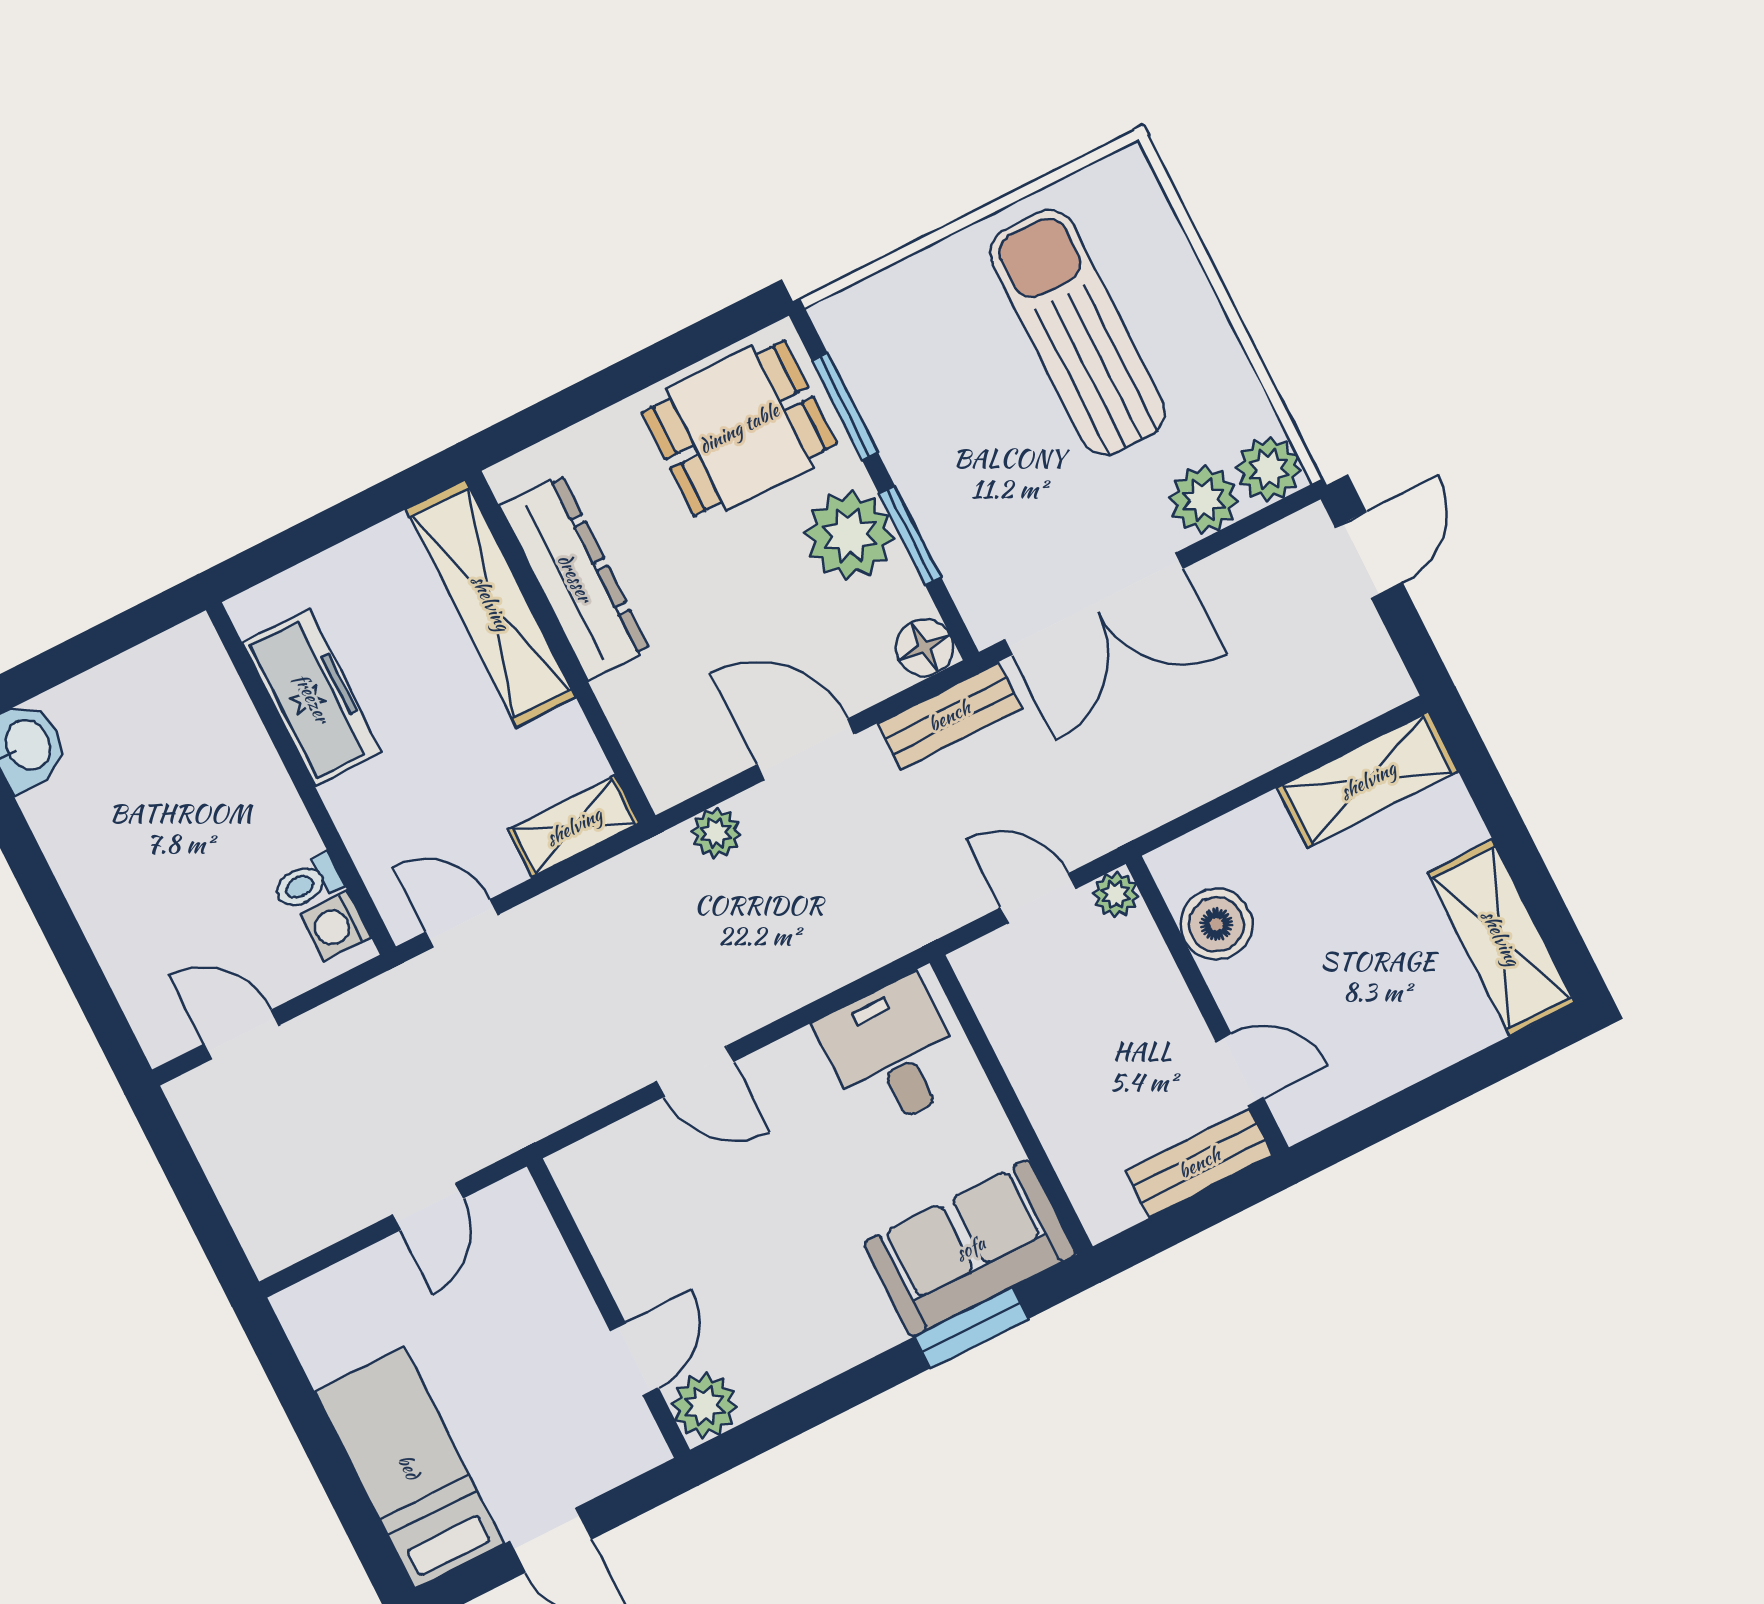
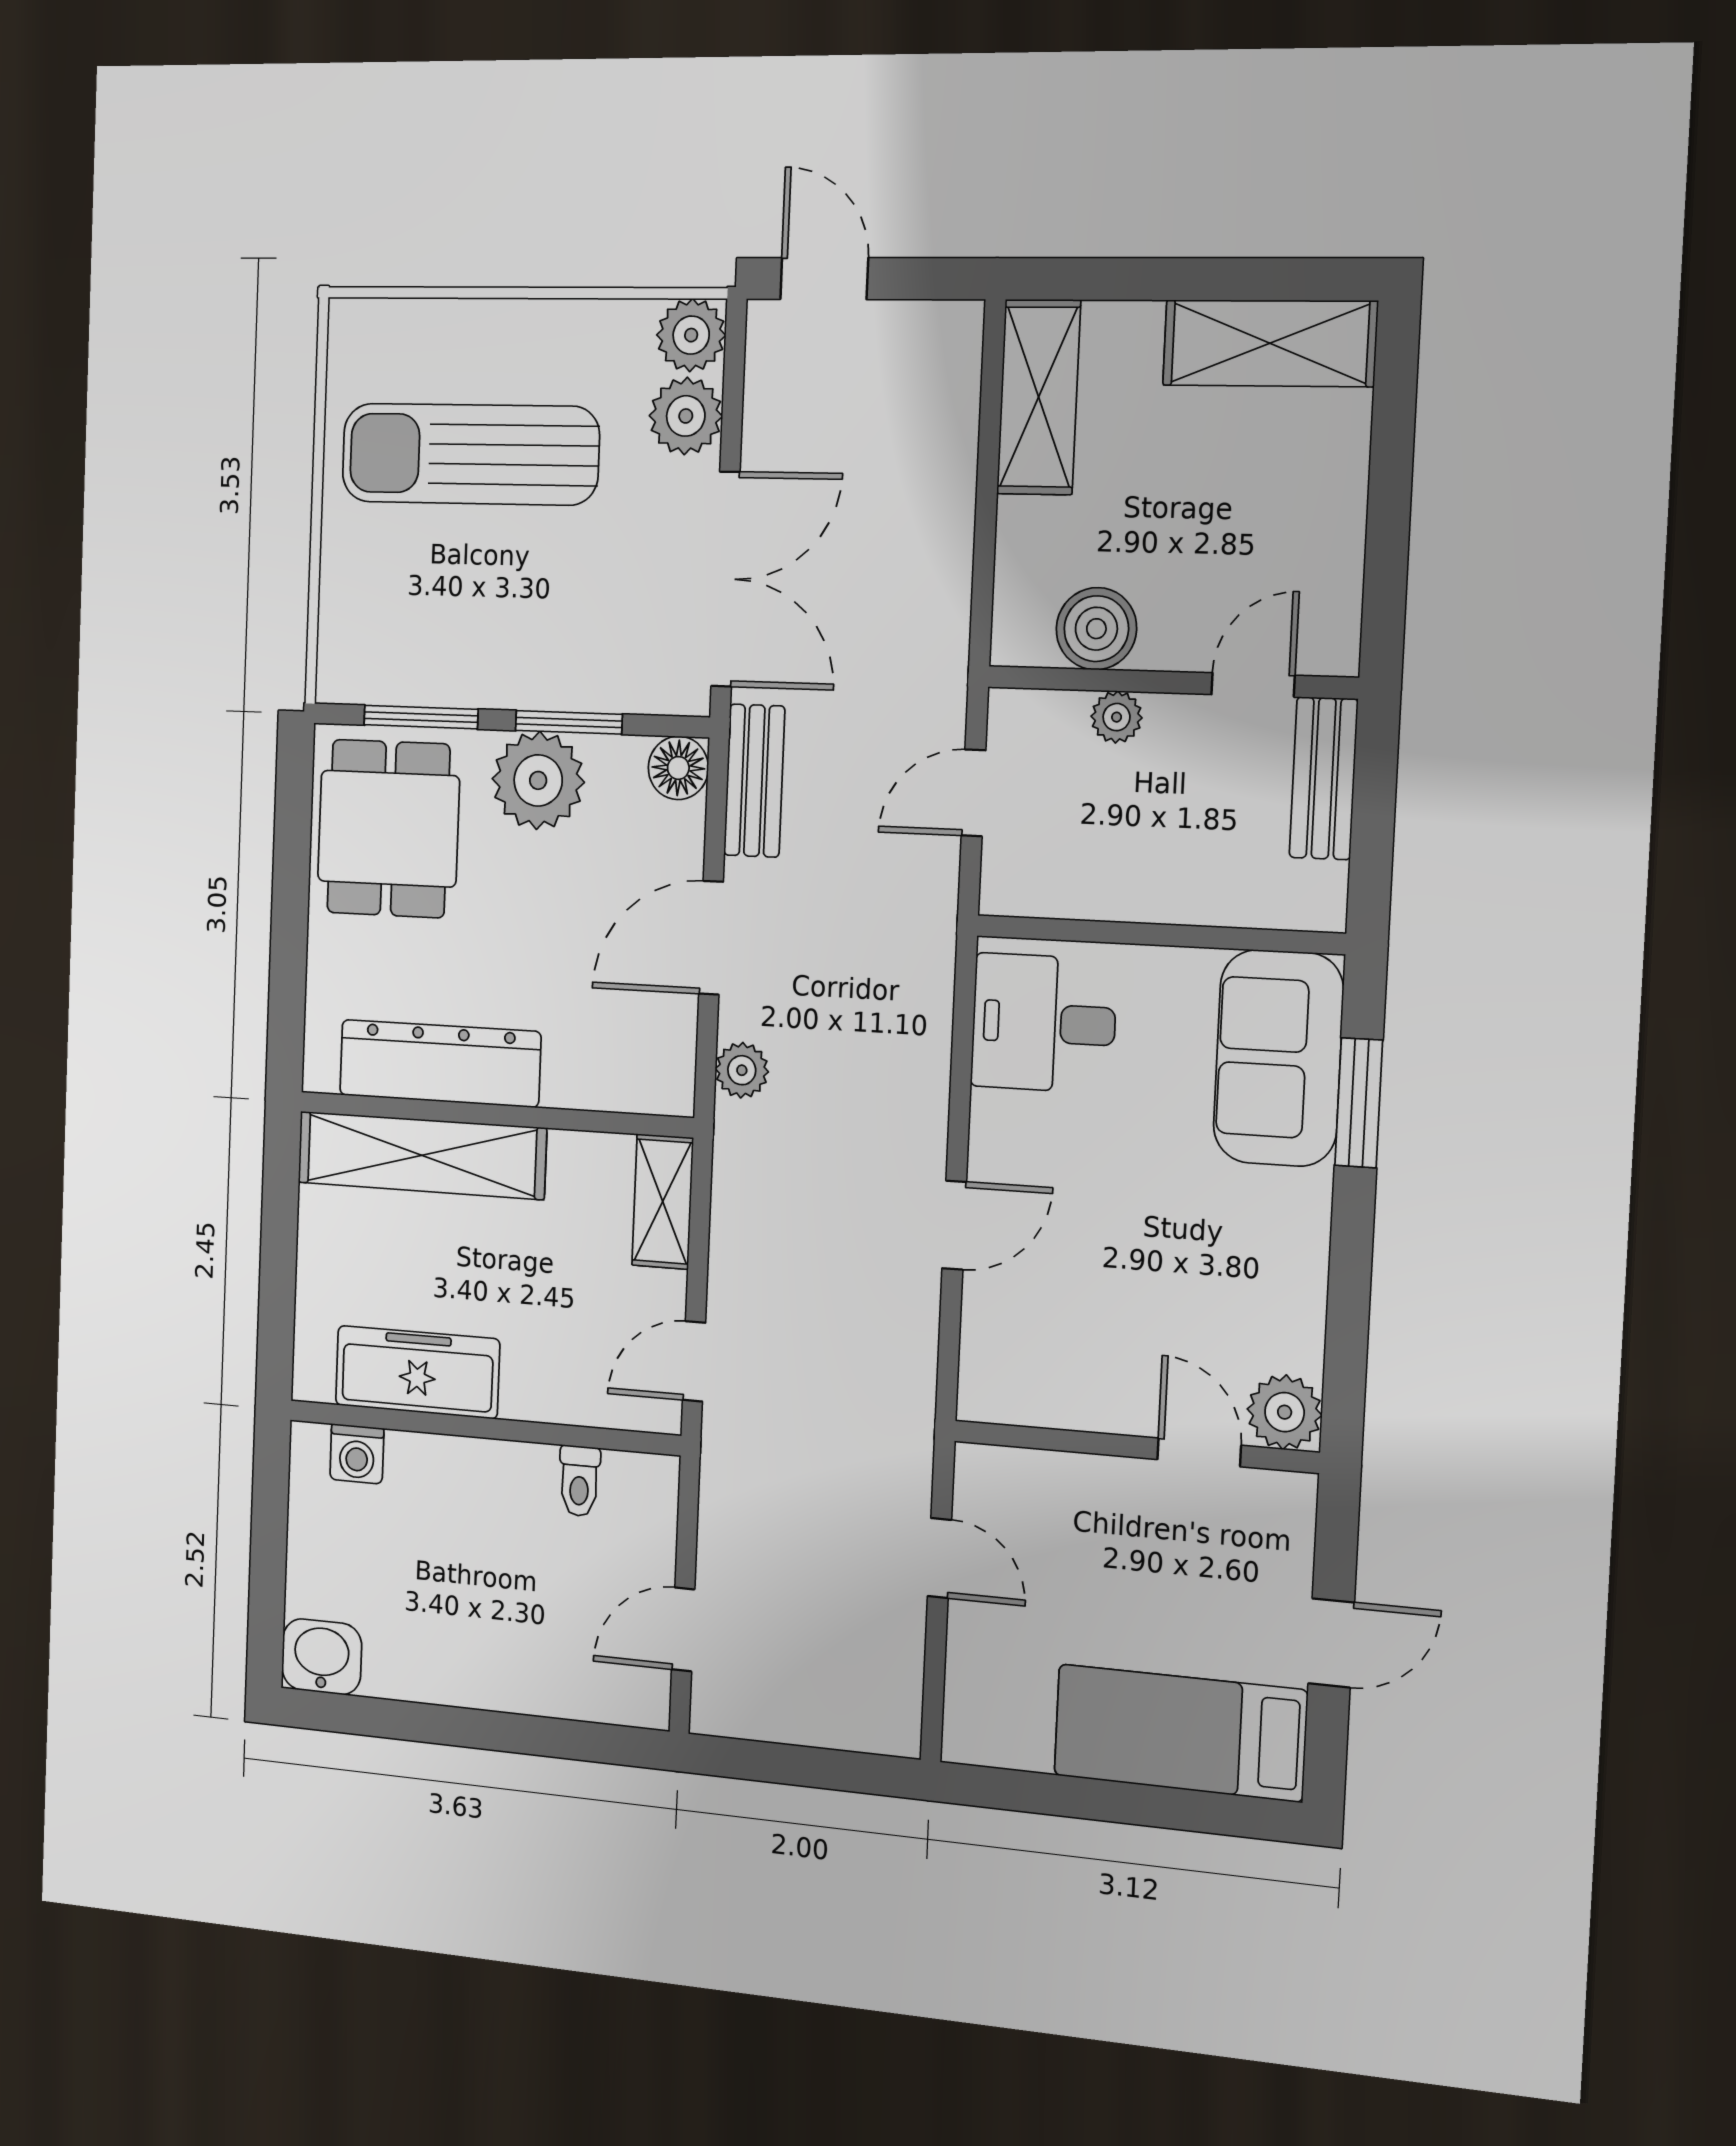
plant: (1116, 895) -> (1117, 717), moved
washing machine: (336, 926) -> (357, 1454), moved

